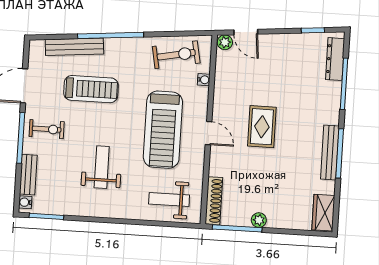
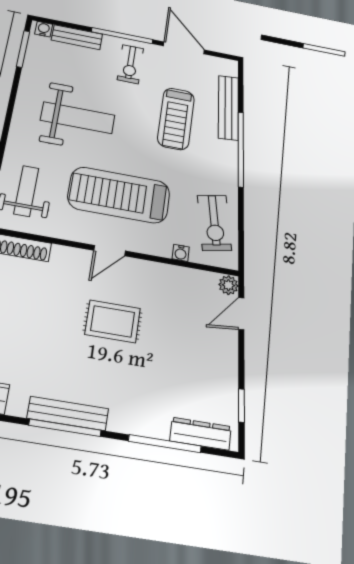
weight bench: (102, 167) -> (78, 118), width x1.36, depth x1.33

